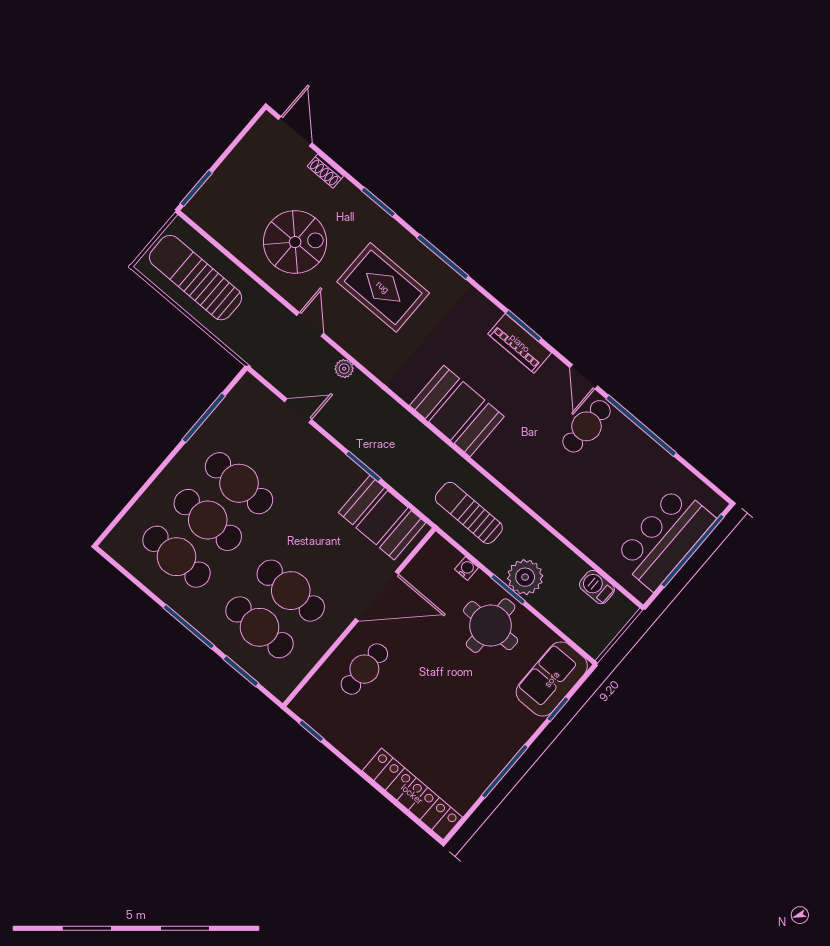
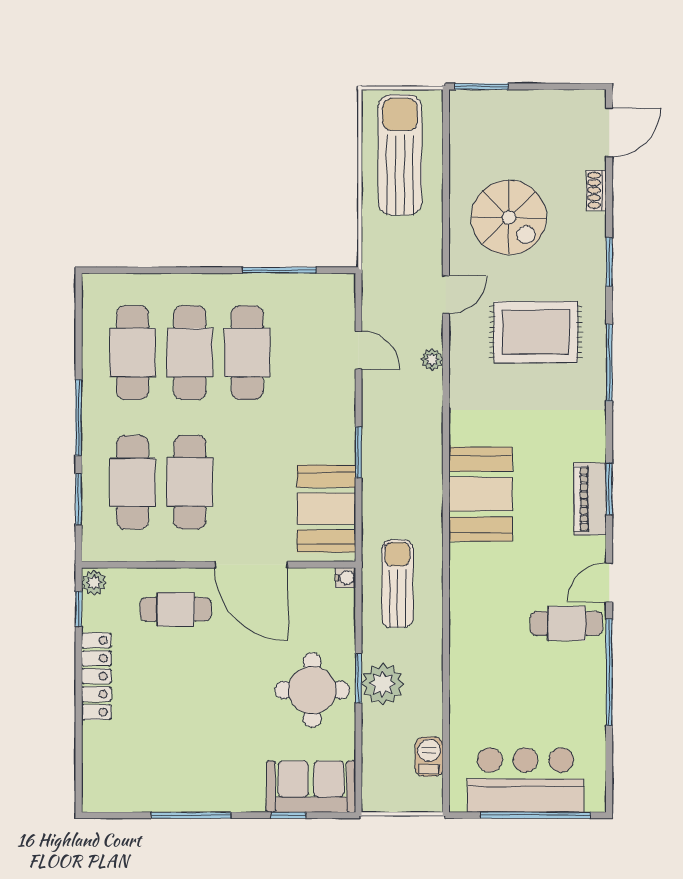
rug: (383, 287) -> (536, 332), turned 90
water cooler: (467, 568) -> (345, 578), moved
plant: (303, 707) -> (94, 583), added
locker: (412, 794) -> (96, 676), moved, width x0.71, depth x0.83

